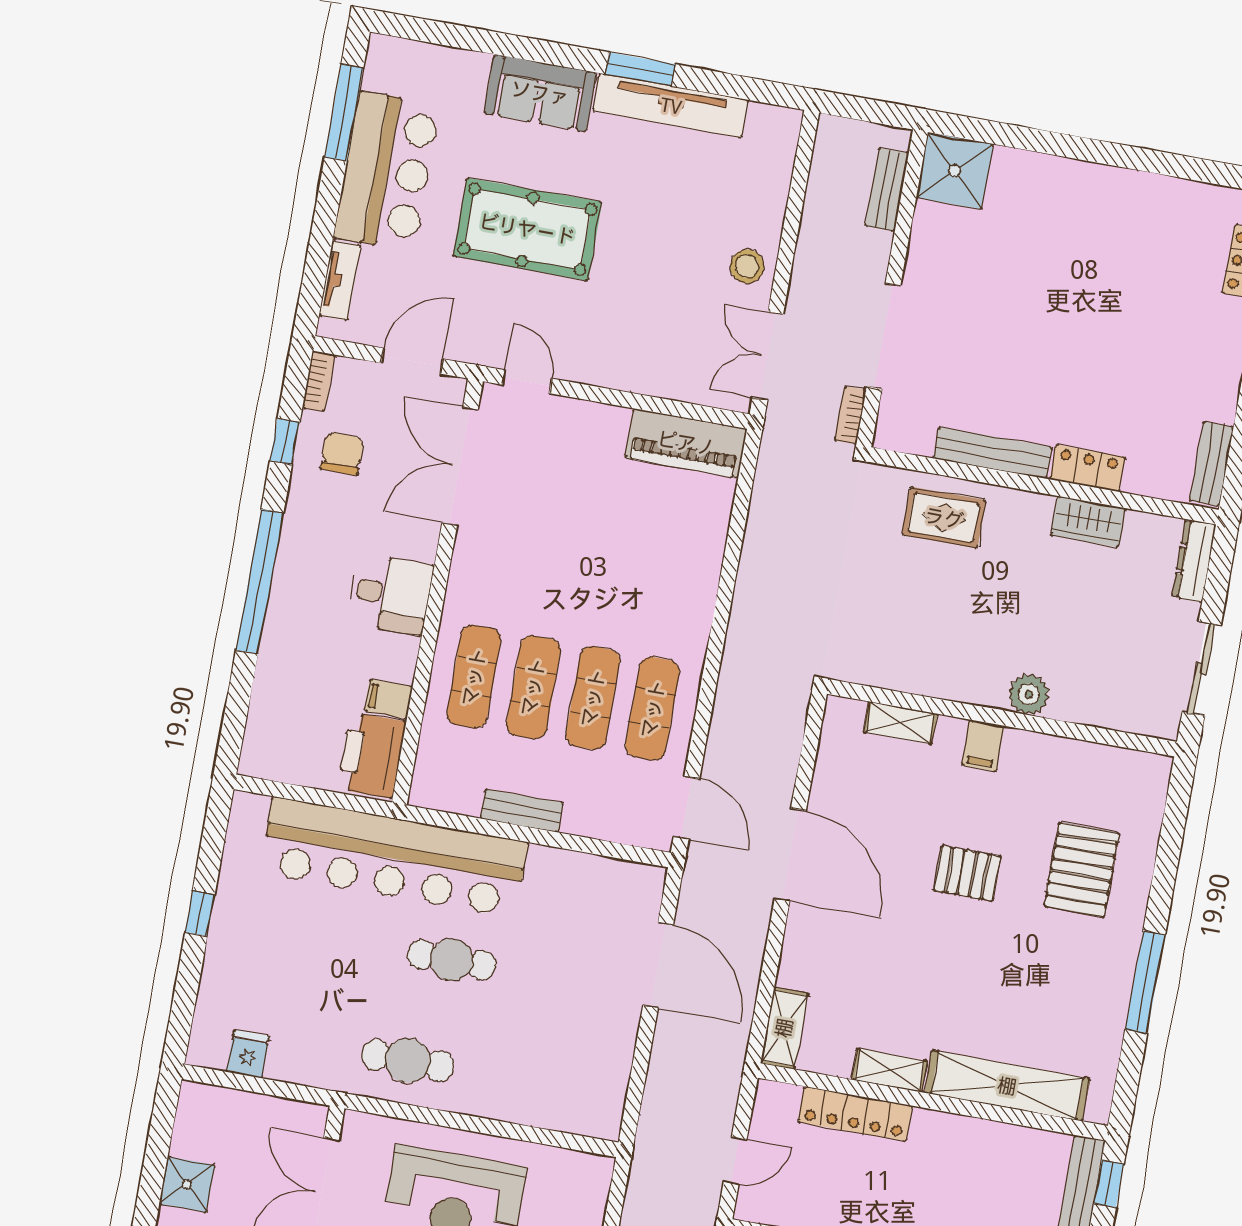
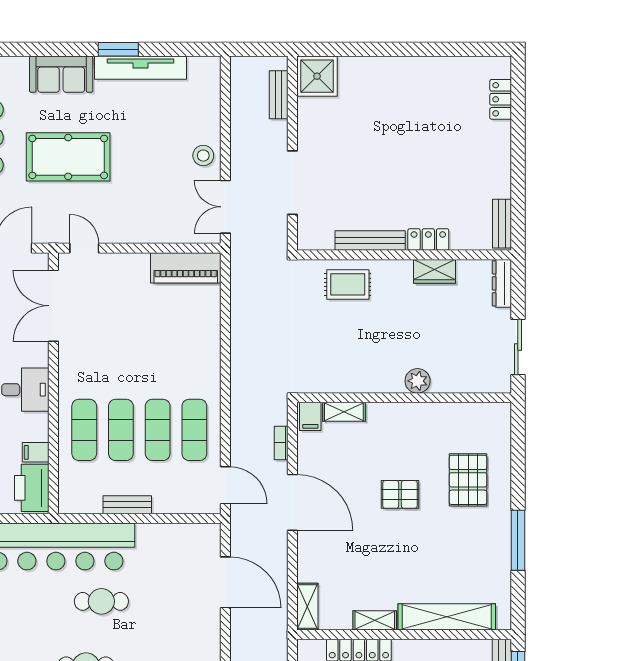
bookcase: (851, 415) -> (281, 443), moved
filing cabinet: (983, 746) -> (310, 416), moved

